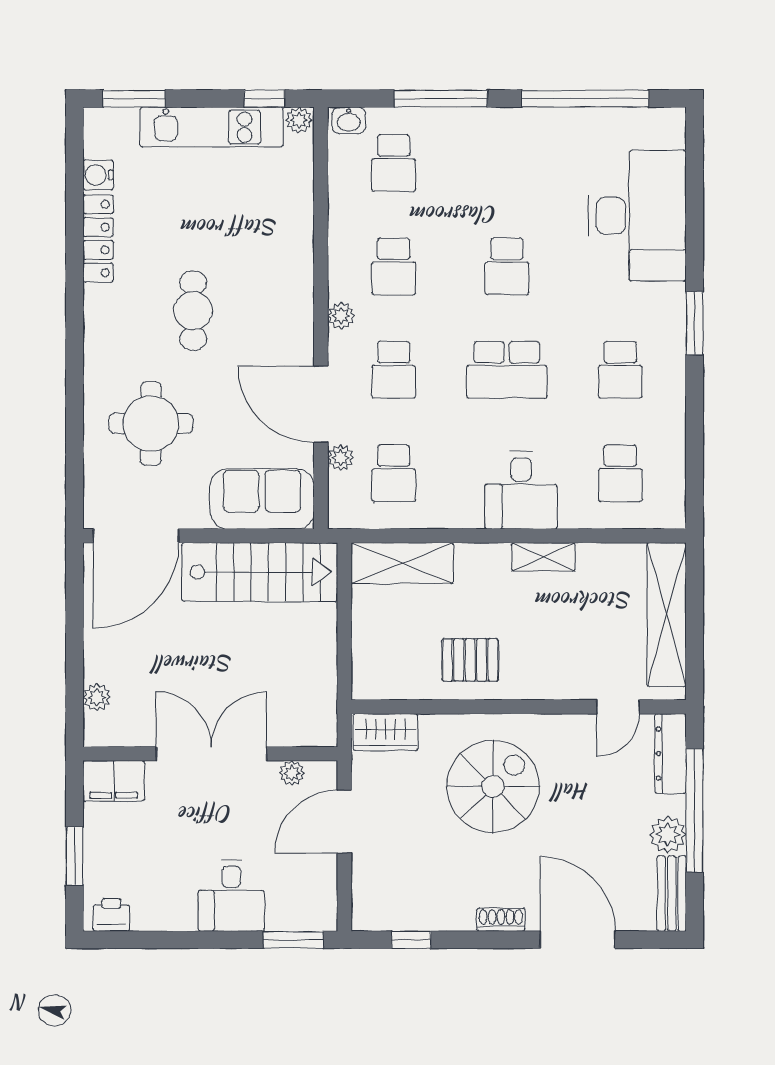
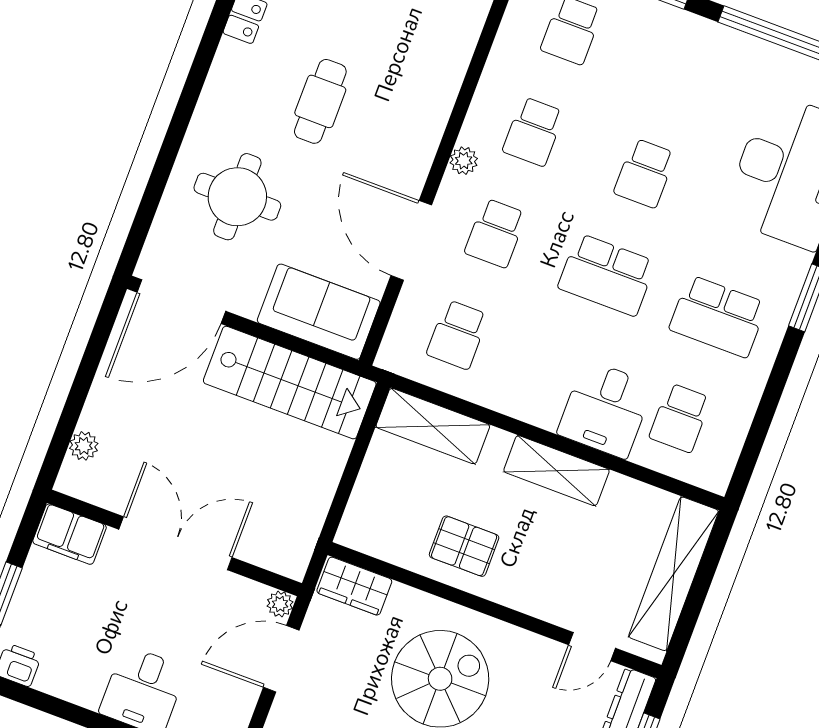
school desk: (620, 370) -> (718, 316), width x1.85
plant: (341, 458) -> (411, 300), removed
desk: (521, 490) -> (605, 409), moved
shelving: (543, 557) -> (556, 471), width x1.50, depth x1.33
plant: (292, 773) -> (280, 604), moved

